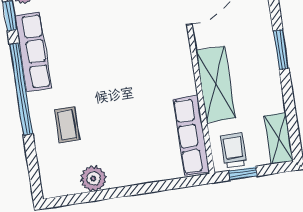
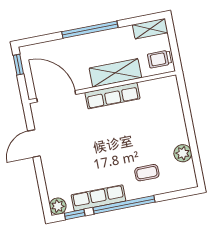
window: (281, 50) -> (90, 30), width x2.11
row of seats: (191, 135) -> (112, 96), moved
window: (243, 173) -> (175, 52), removed

